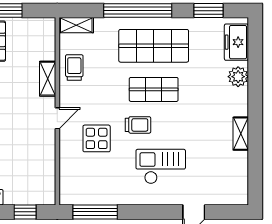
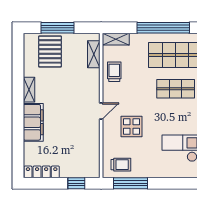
shelving: (48, 79) -> (94, 54), moved
trolley: (138, 125) -> (121, 165), moved

